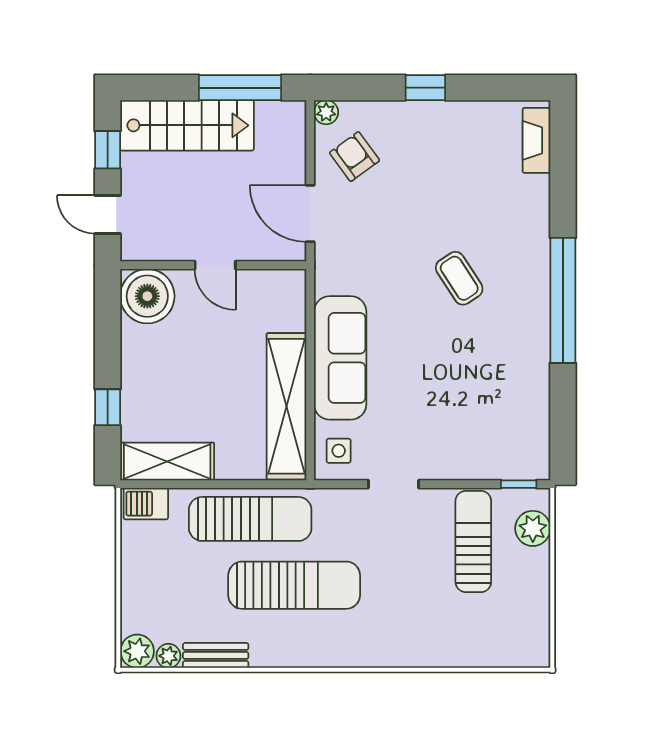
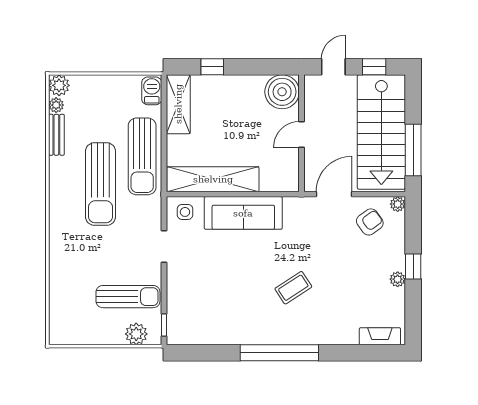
plant: (446, 112) -> (398, 279), added
stairs: (187, 125) -> (381, 132), width x1.36, depth x1.51

